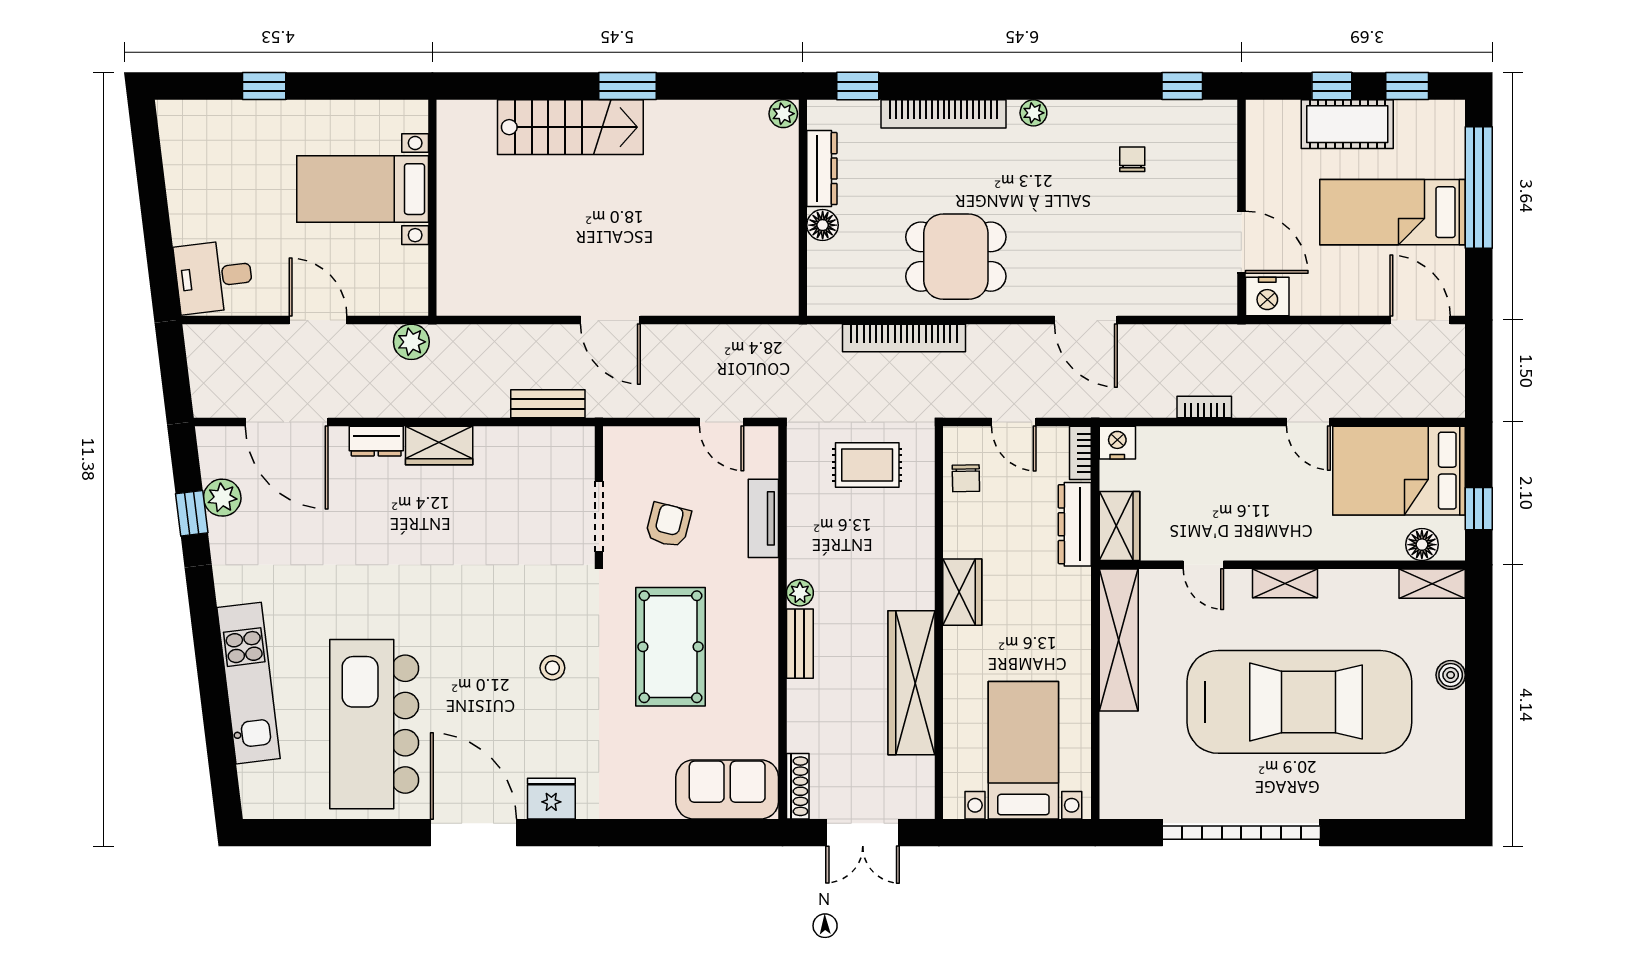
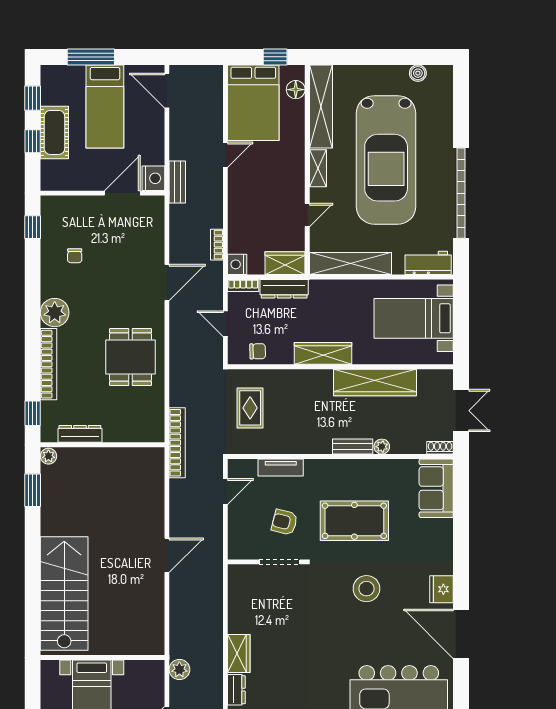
window: (627, 86) -> (33, 490), moved
plant: (1033, 113) -> (55, 313), width x1.87, depth x1.87
stairs: (570, 127) -> (64, 593), width x1.36, depth x1.51
chair: (1132, 159) -> (75, 256), turned -90
window: (1479, 188) -> (91, 57), width x0.68
floor lamp: (823, 225) -> (112, 434), removed
door: (1420, 320) -> (167, 91), hinge flipped
bookcase: (904, 338) -> (177, 443), moved
bench: (548, 404) -> (177, 182), moved
bookcase: (1204, 407) -> (217, 245), moved
door: (1014, 422) -> (225, 324), swing flipped
shelving: (1432, 584) -> (321, 106), width x2.20, depth x1.33
wardrobe: (962, 592) -> (323, 353), width x1.50
plant: (800, 593) -> (382, 447), moved
stool: (552, 668) -> (366, 589), width x1.89, depth x1.89
boiler: (1451, 675) -> (418, 73), moved
car: (1299, 702) -> (386, 160), turned 180
workbench: (1120, 775) -> (428, 263), added
shoe rack: (798, 786) -> (440, 448), width x0.70
door: (473, 833) -> (461, 634), hinge flipped

